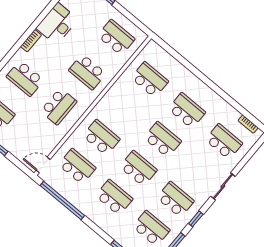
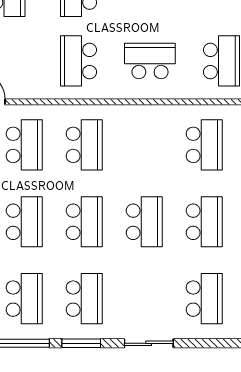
school desk: (87, 72) -> (150, 61), turned 90
school desk: (59, 106) -> (78, 61), turned 90
window: (196, 219) -> (81, 343), width x1.50

